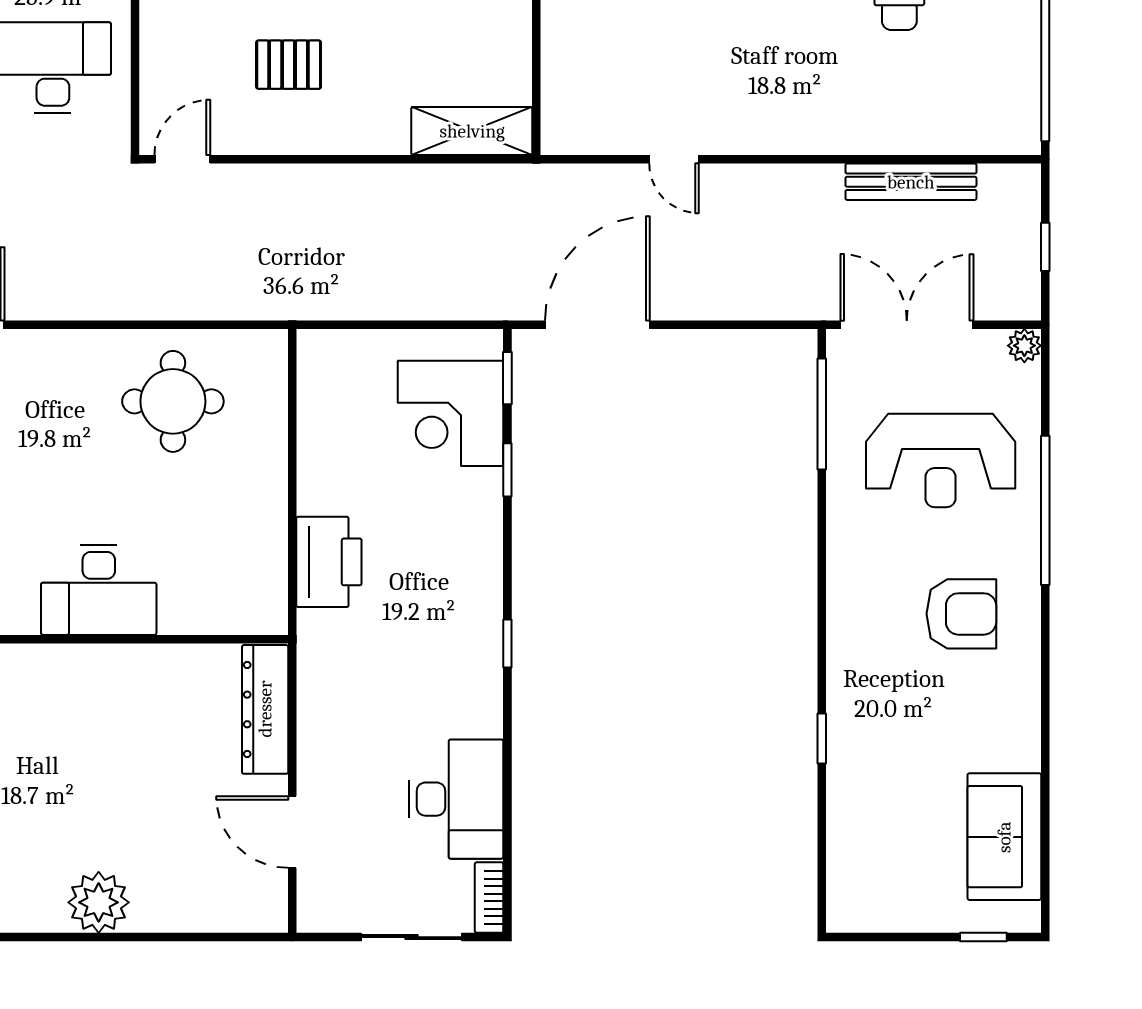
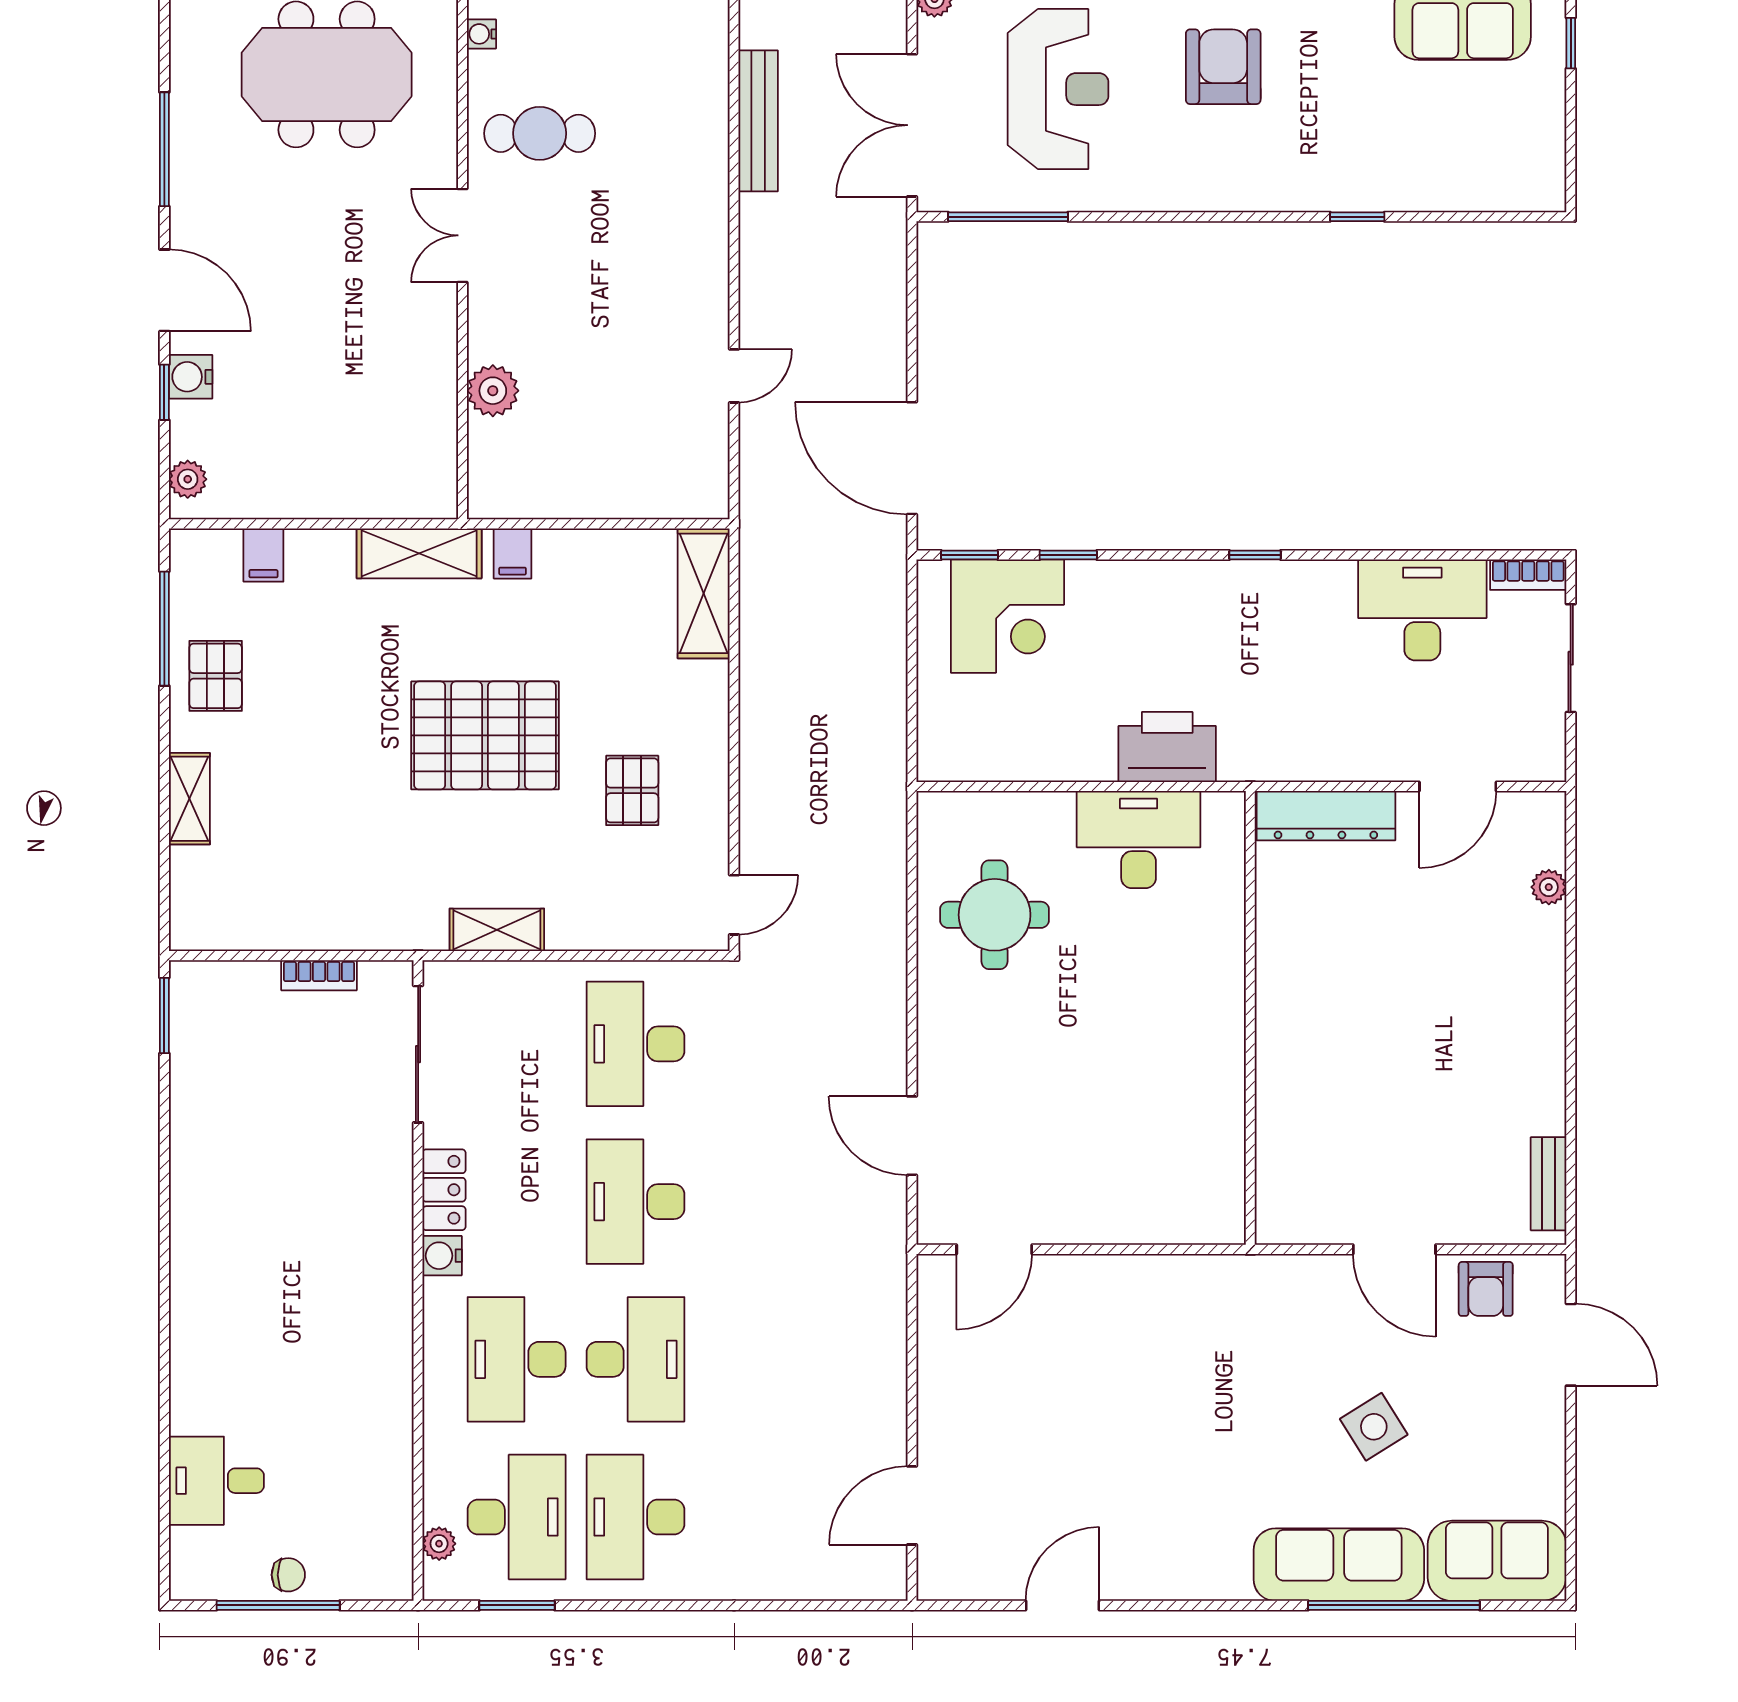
door: (182, 159) -> (734, 905), swing flipped
desk: (99, 590) -> (1139, 840), moved, turned -90
plant: (99, 902) -> (1549, 887), moved, width x0.53, depth x0.53

